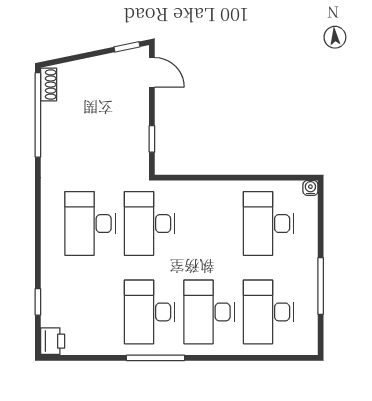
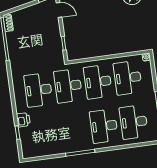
desk: (150, 312) -> (98, 82), moved
printer: (53, 341) -> (23, 120), moved

